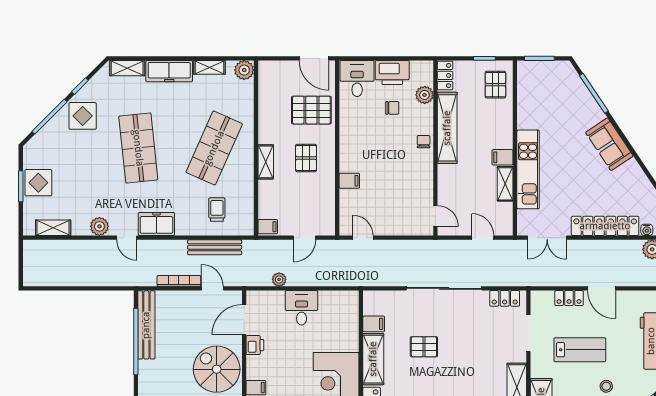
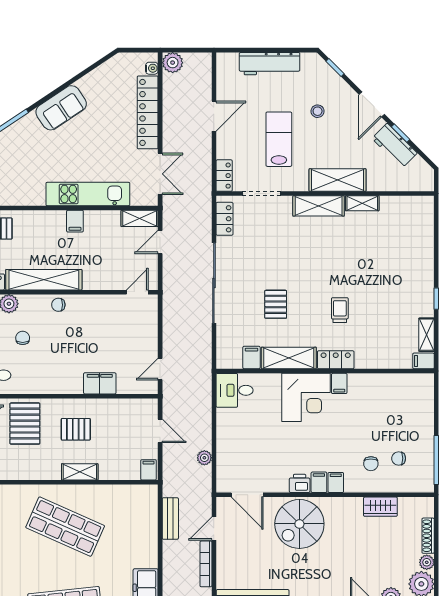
filing cabinet: (349, 181) -> (100, 383), width x2.00
shelving: (505, 184) -> (140, 218), moved
trolley: (217, 210) -> (130, 524), removed
bench: (215, 247) -> (170, 519), width x0.73
locker: (569, 298) -> (224, 176), moved
desk: (302, 308) -> (234, 390), moved
printer: (255, 345) -> (300, 483), moved

